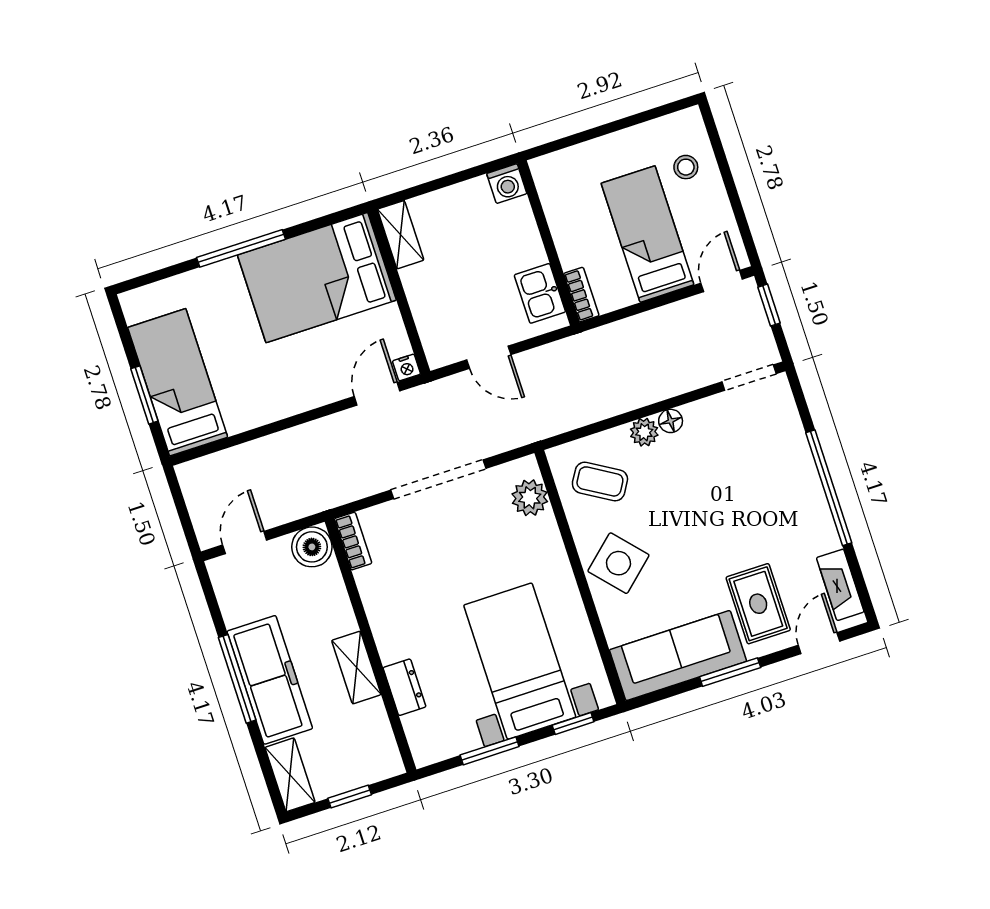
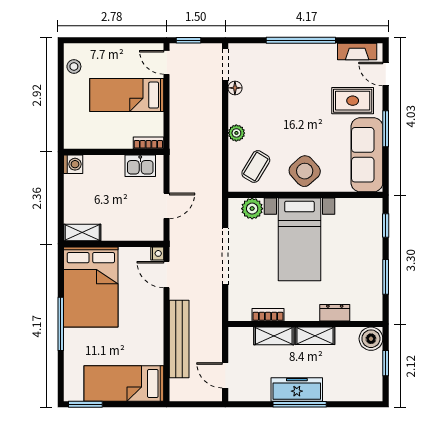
stool: (686, 167) -> (74, 66), moved
window: (144, 395) -> (85, 404), moved
floor lamp: (671, 421) -> (235, 88), moved
bench: (279, 448) -> (179, 339), added
bookcase: (353, 541) -> (268, 315), moved
boiler: (312, 547) -> (371, 339), moved
bed with nightstands: (520, 661) -> (299, 239), moved, turned -90
freezer: (270, 680) -> (297, 389), width x0.73, depth x0.79
shelving: (290, 775) -> (274, 336), moved

